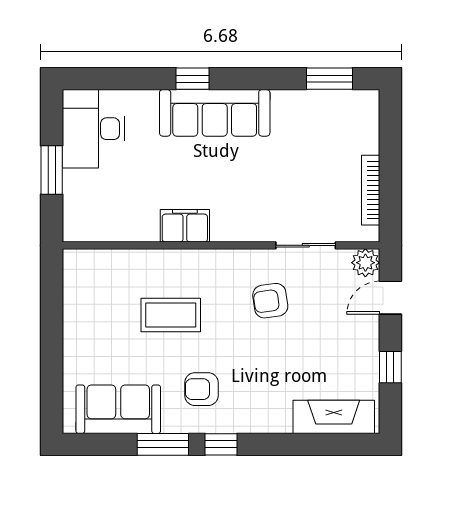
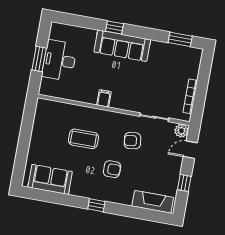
desk: (93, 129) -> (59, 60), moved
filing cabinet: (185, 226) -> (104, 98), width x0.50
armchair: (202, 389) -> (112, 169), moved, turned 180
window: (163, 444) -> (68, 200), removed

